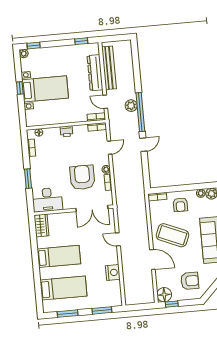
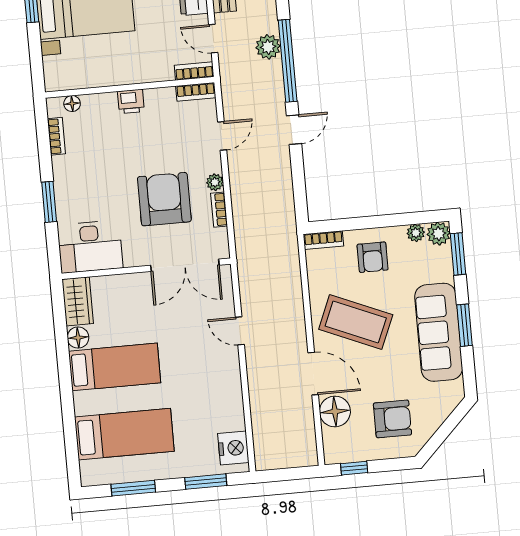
floor lamp: (42, 243) -> (78, 338), added
nightstand: (113, 272) -> (233, 448), moved
floor lamp: (164, 295) -> (335, 411), moved

